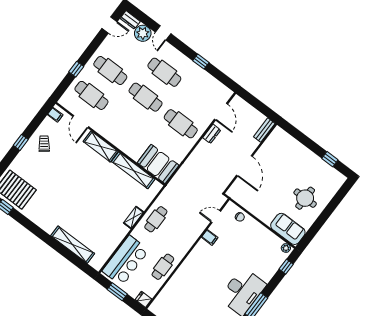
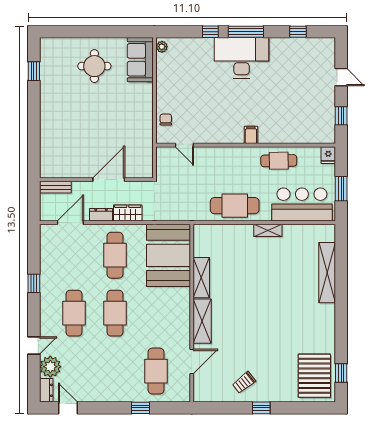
cafe table: (110, 71) -> (115, 371), removed
filing cabinet: (55, 115) -> (205, 394), removed
bench: (264, 130) -> (55, 187), moved
wardrobe: (200, 151) -> (128, 213), added
wall: (250, 158) -> (96, 180), moved
booth: (158, 164) -> (168, 255), width x1.36, depth x1.42
door: (244, 166) -> (109, 180), moved
shelving: (133, 170) -> (201, 278), width x0.68
shelving: (134, 217) -> (268, 230), moved
cafe table: (156, 219) -> (235, 206), width x1.37, depth x1.35
filing cabinet: (210, 237) -> (251, 135), moved
window: (286, 267) -> (210, 32), moved

